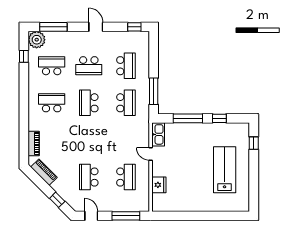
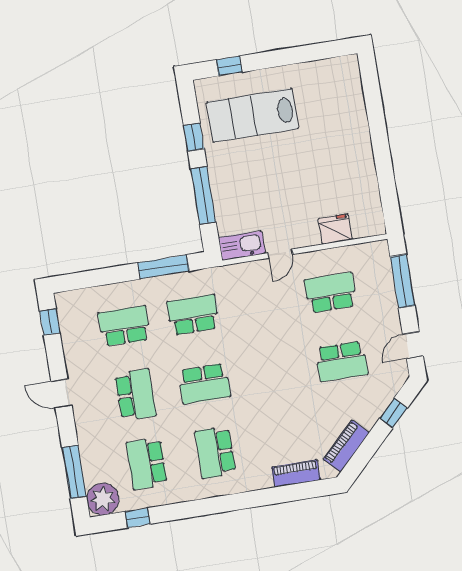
door: (96, 27) -> (61, 394), hinge flipped
lab bench: (225, 170) -> (253, 115), moved

